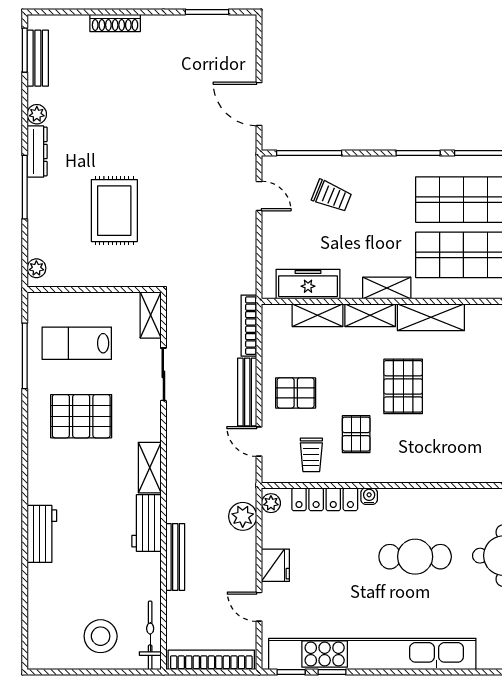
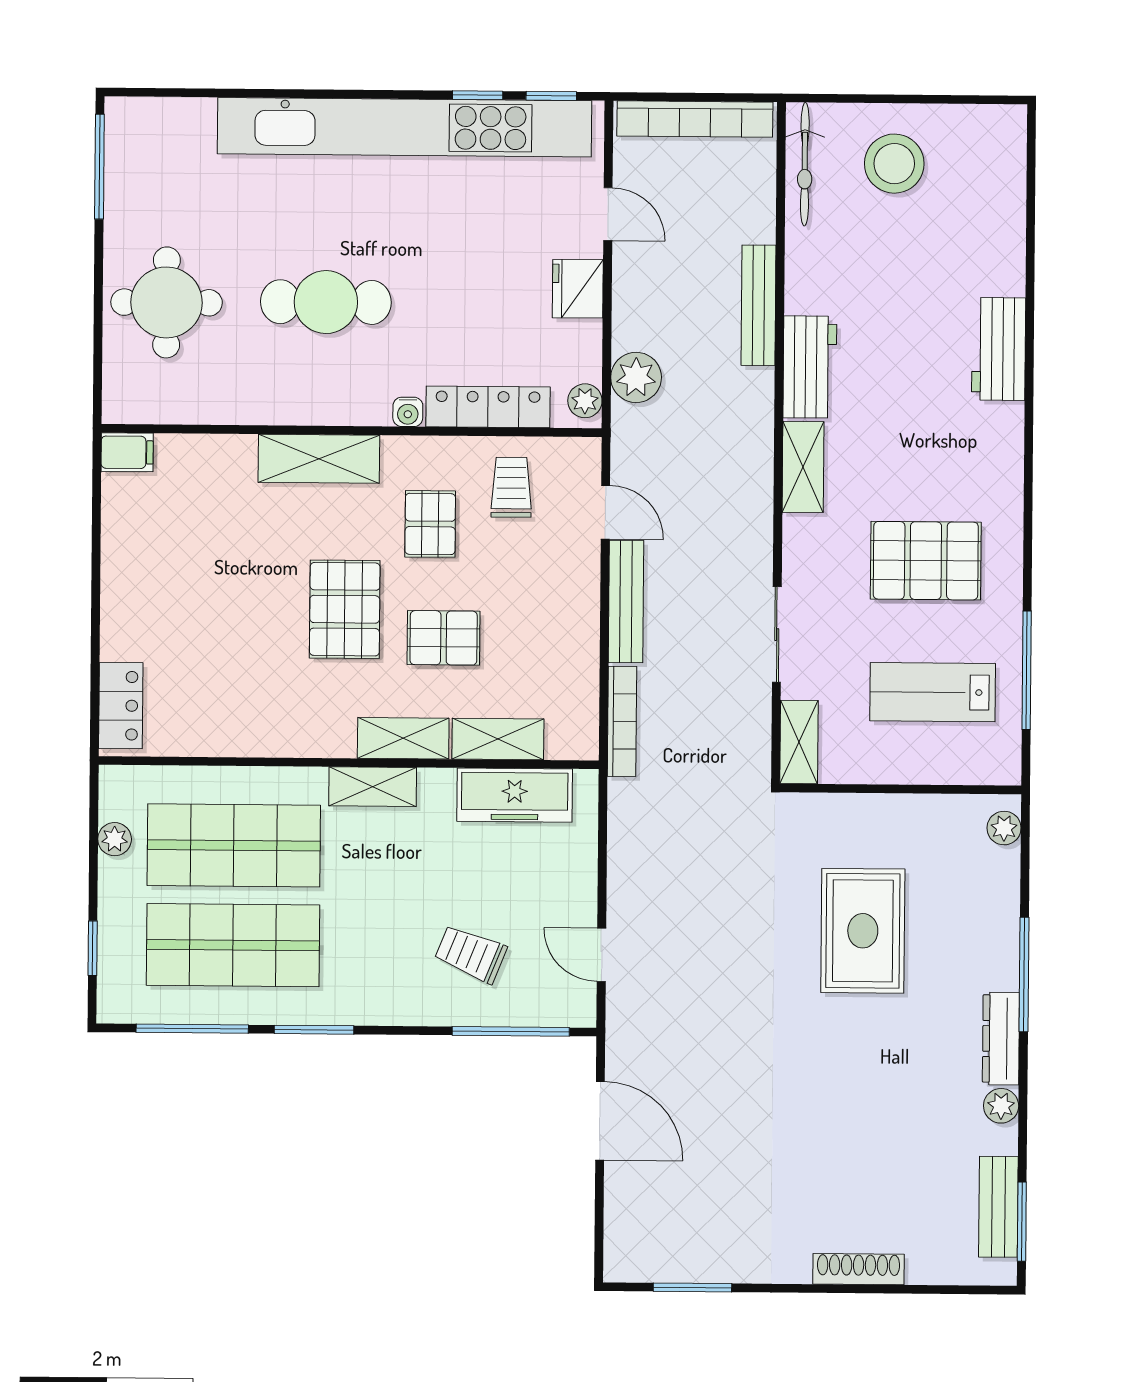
shelving: (431, 317) -> (319, 459), moved
lab bench: (77, 343) -> (933, 692), turned 180
pallet: (296, 393) -> (444, 638), moved

